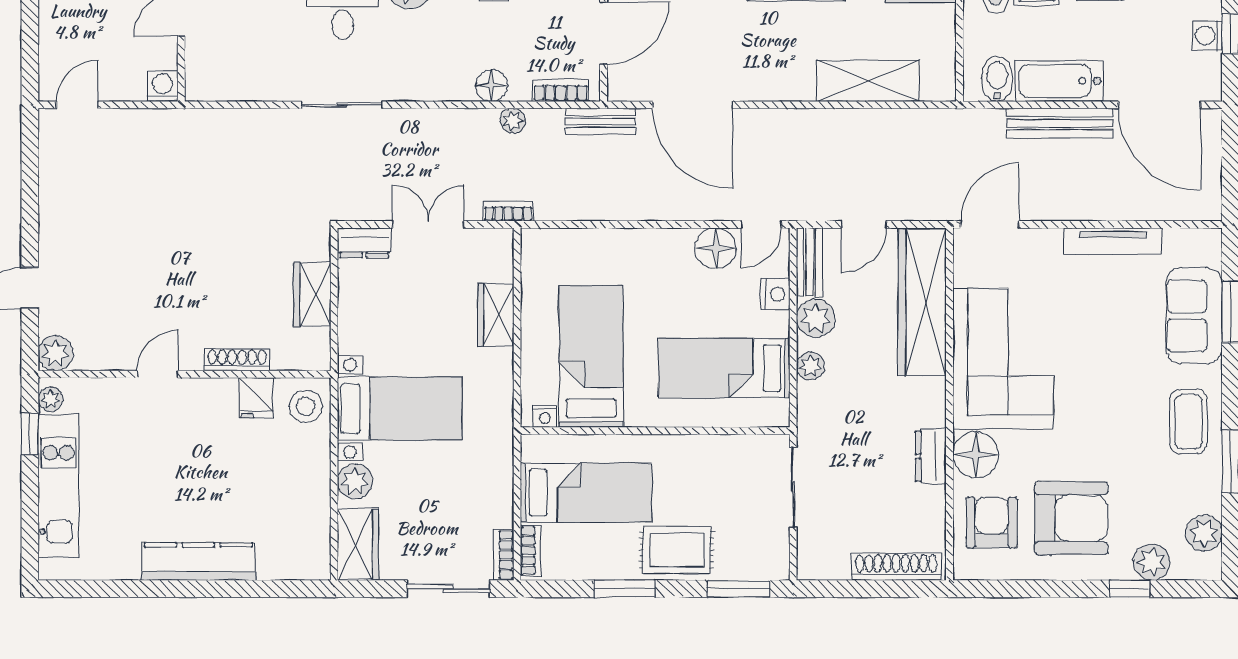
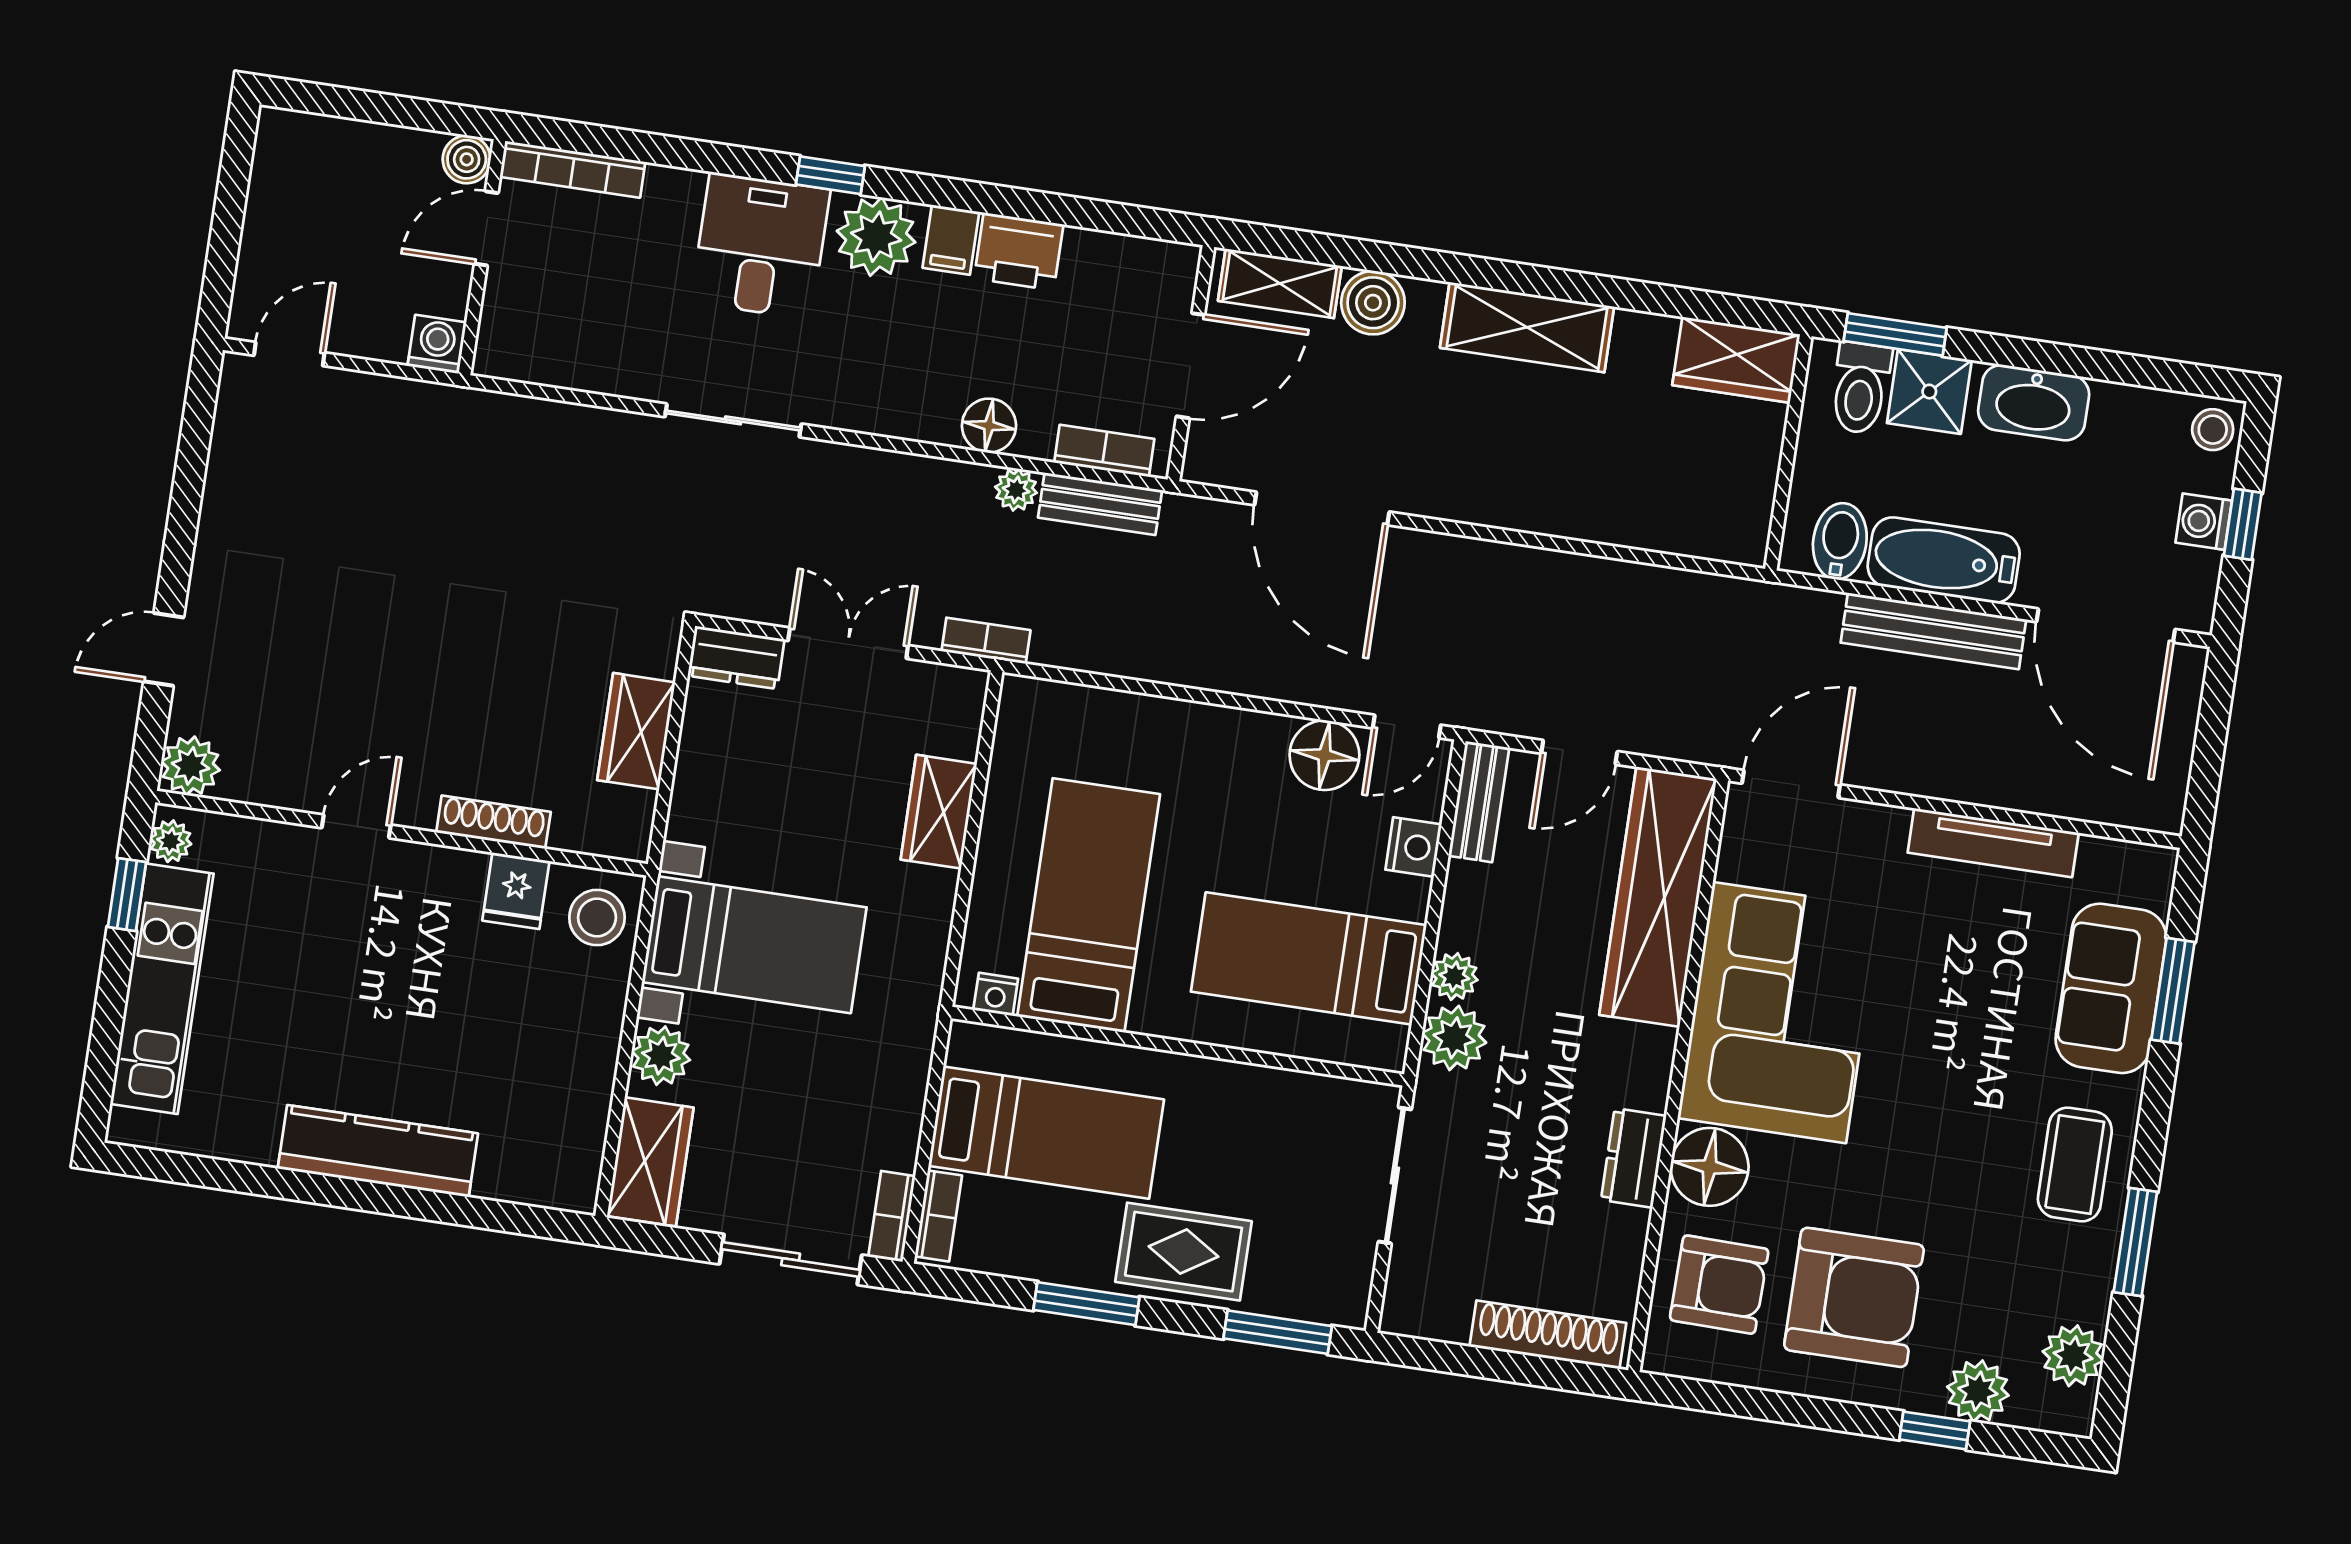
shelving: (868, 81) -> (1623, 512), removed
bench: (600, 122) -> (1100, 504), moved
plant: (816, 318) -> (1454, 1038), moved
armchair: (992, 523) -> (1719, 1285), turned 91

